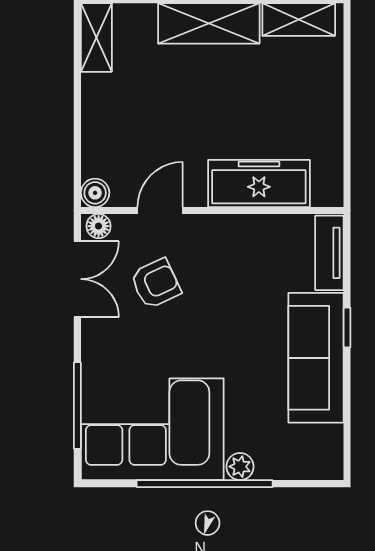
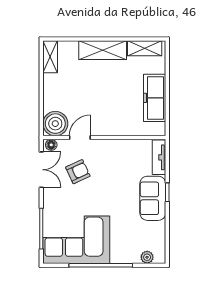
freezer: (259, 183) -> (155, 98), moved, turned -90
boiler: (95, 193) -> (55, 124), width x1.86, depth x1.86
sofa: (316, 358) -> (153, 198), width x0.73
plant: (240, 467) -> (147, 257), moved

